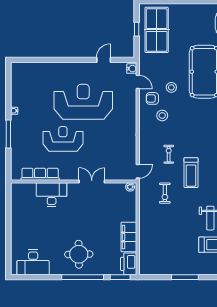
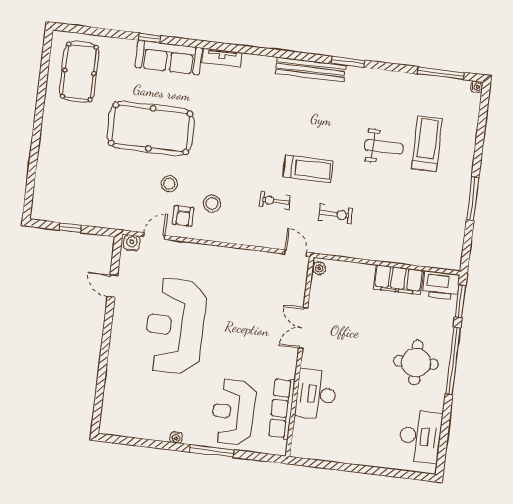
table tennis table: (157, 30) -> (75, 196), removed
reception desk: (63, 139) -> (233, 412), moved

